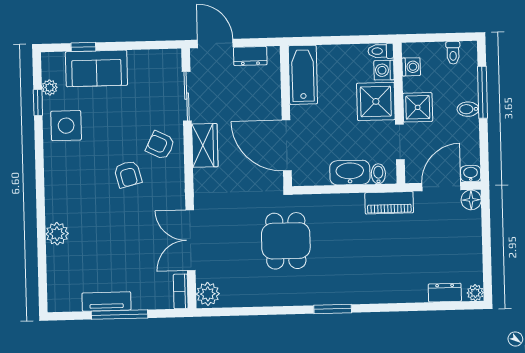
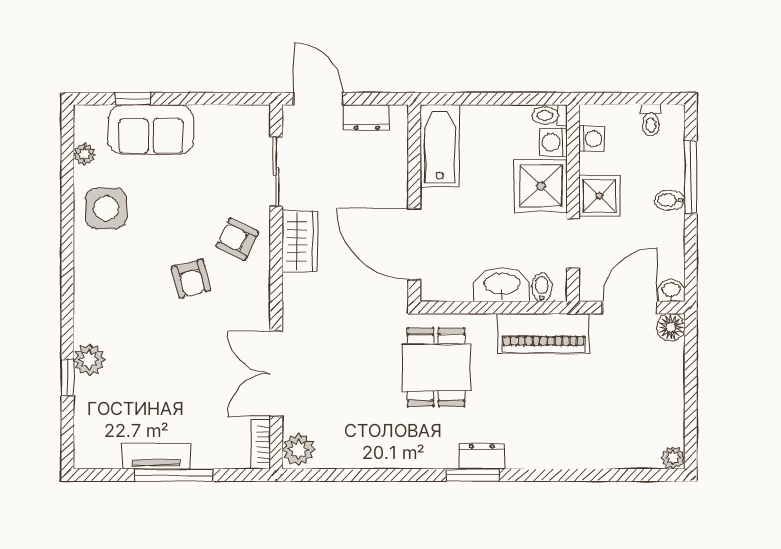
window: (38, 102) -> (67, 377), moved
piano: (389, 203) -> (544, 333), width x1.37, depth x1.33
dining table: (286, 241) -> (436, 367), moved
dresser: (445, 293) -> (482, 456), moved

